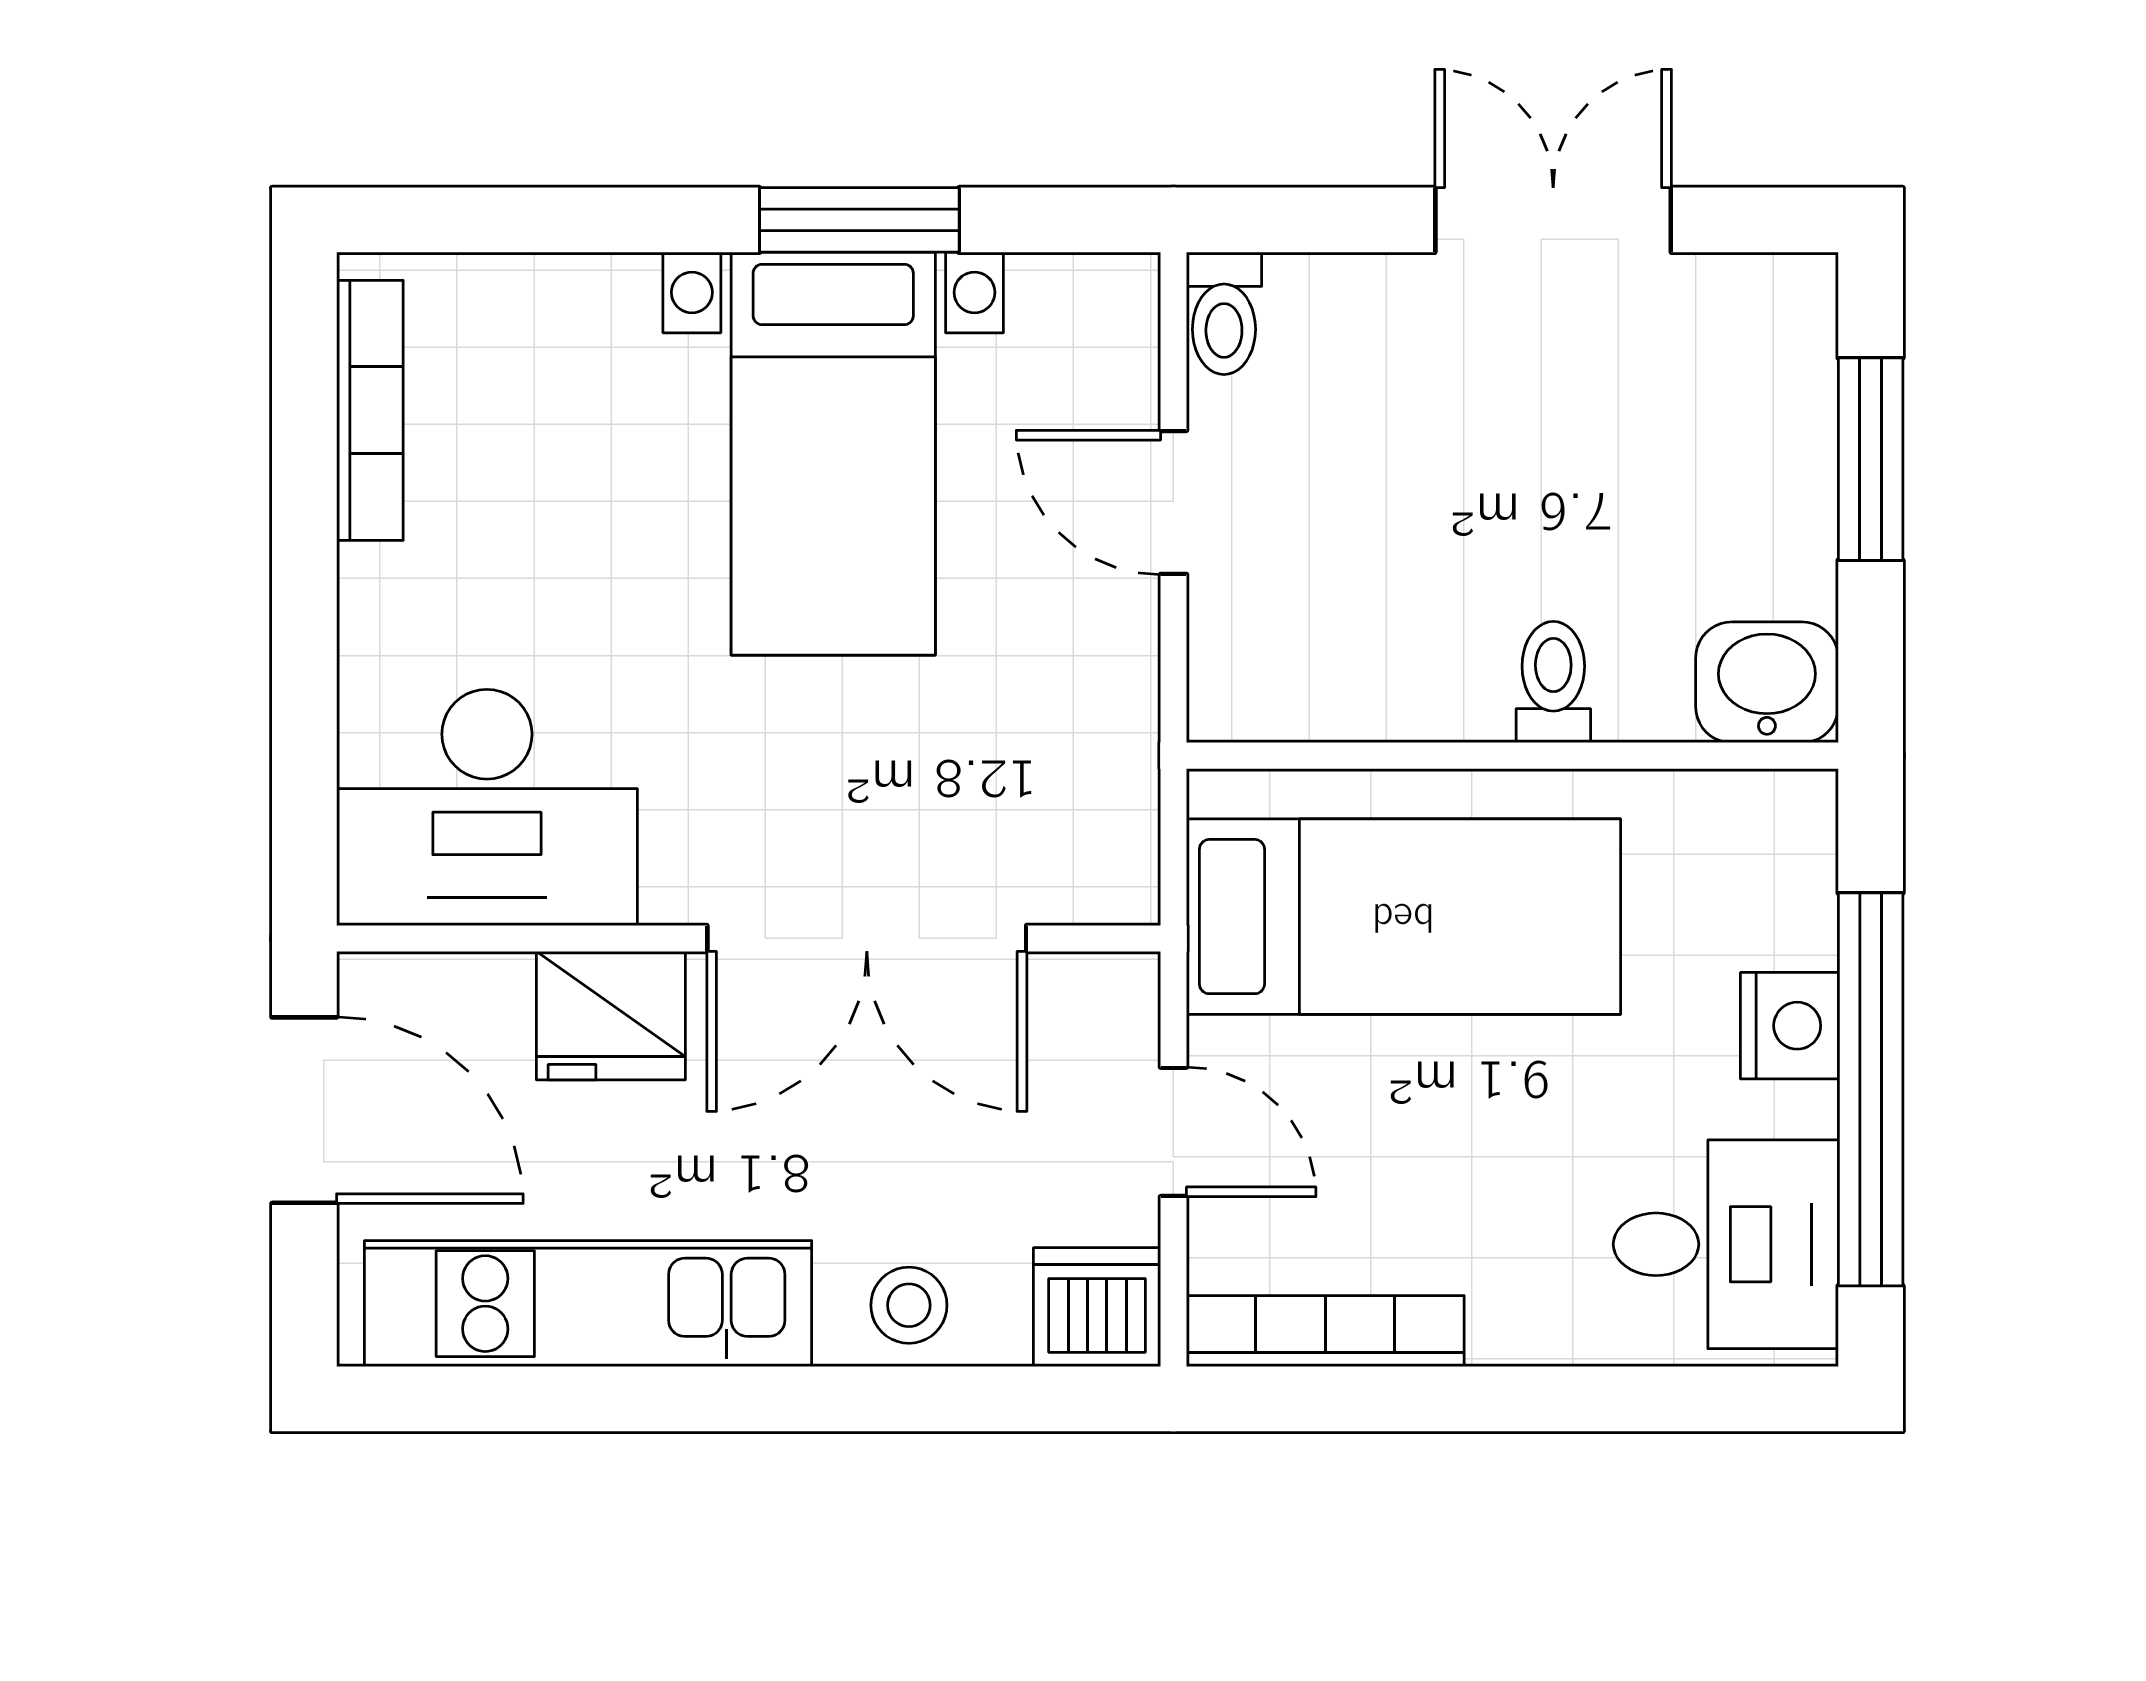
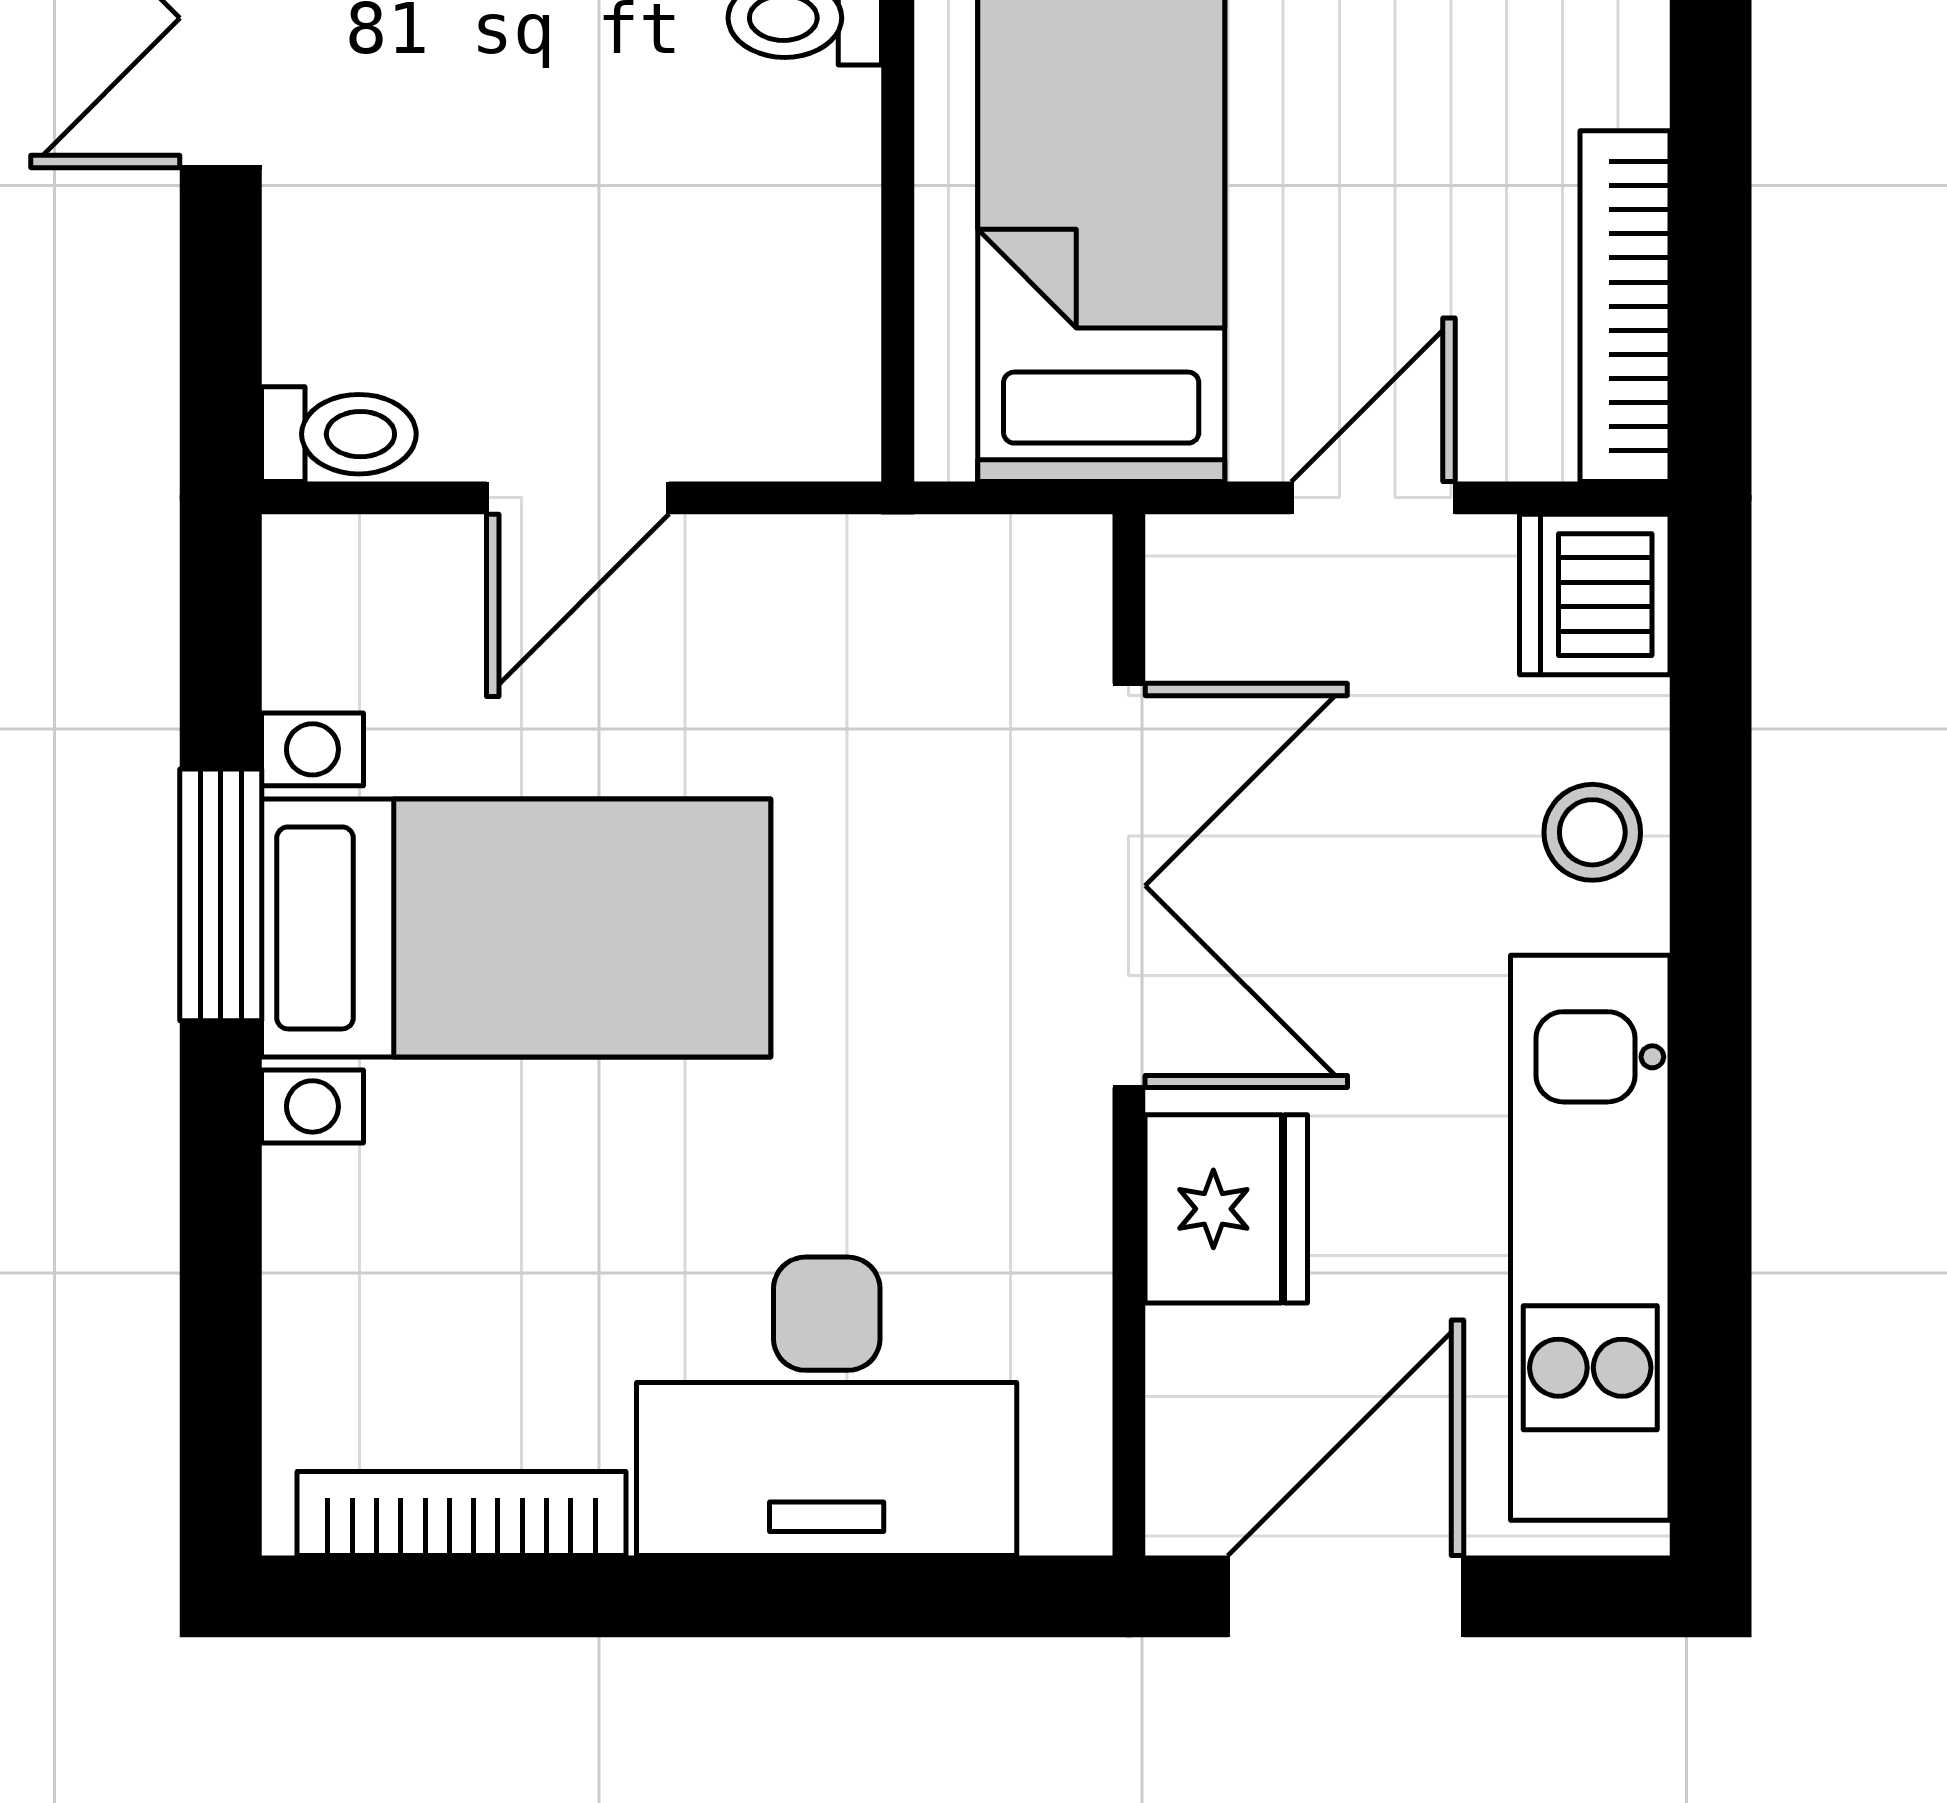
desk: (487, 807) -> (827, 1406), moved, turned 90

